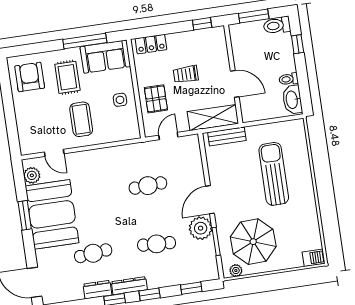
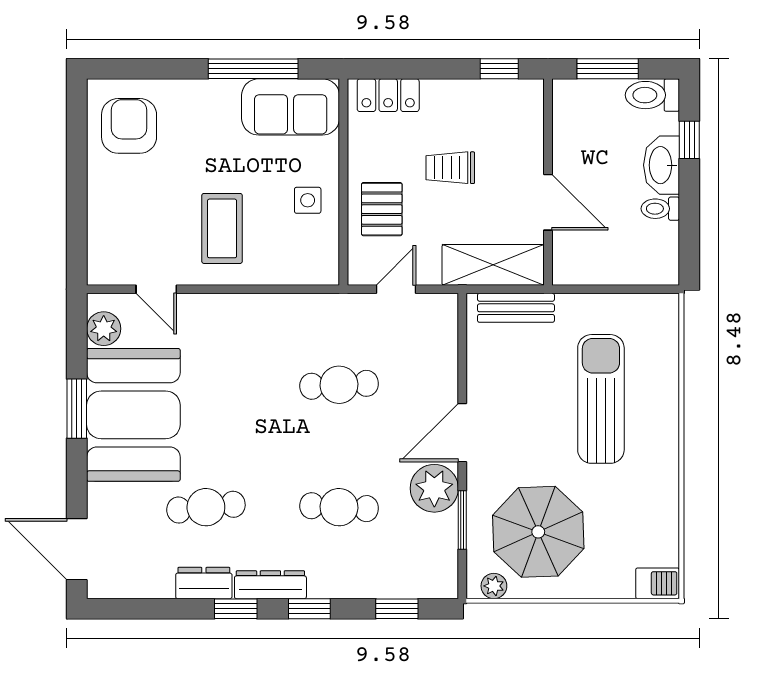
rug: (67, 77) -> (207, 138), removed
washbasin: (292, 100) -> (662, 165), moved

